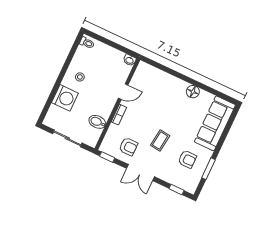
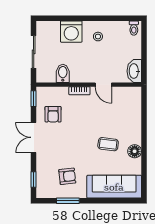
washbasin: (130, 60) -> (134, 71), width x1.91, depth x1.45
coffee table: (160, 141) -> (108, 144), moved
armchair: (187, 159) -> (67, 176), turned -96

